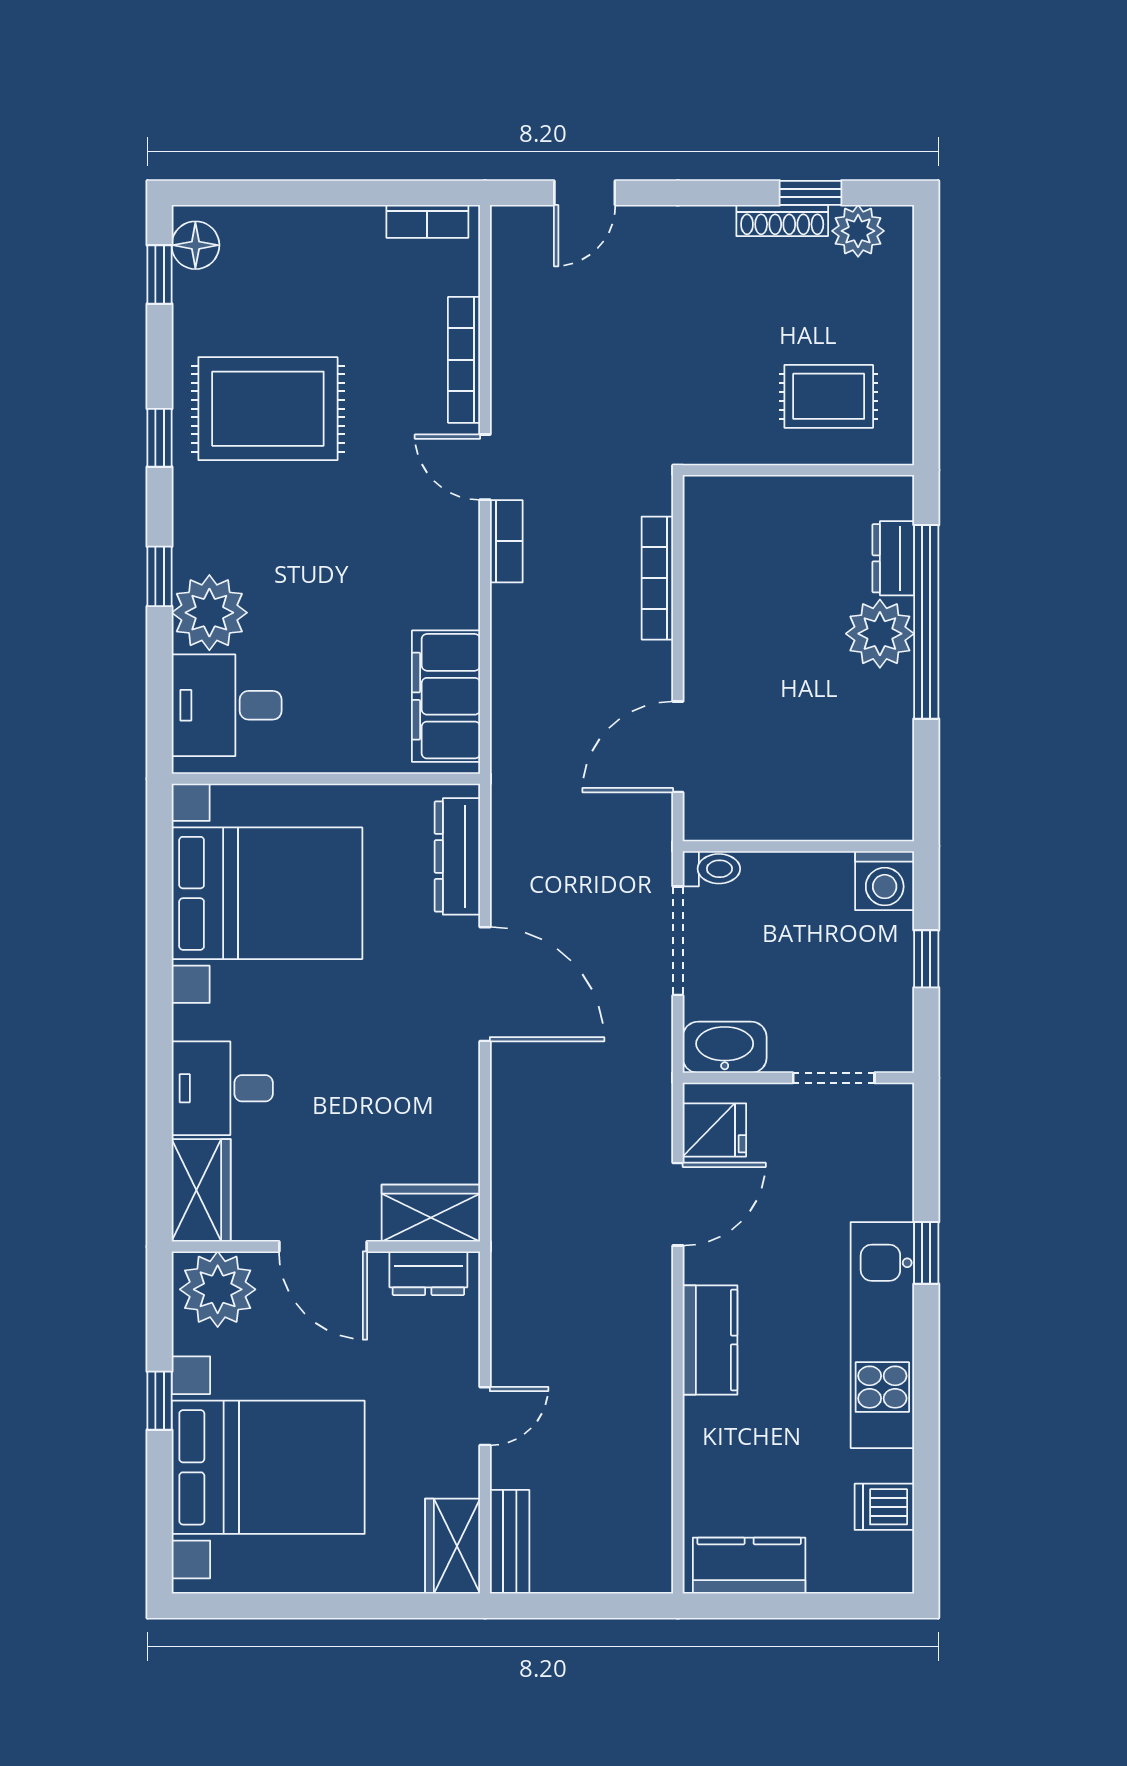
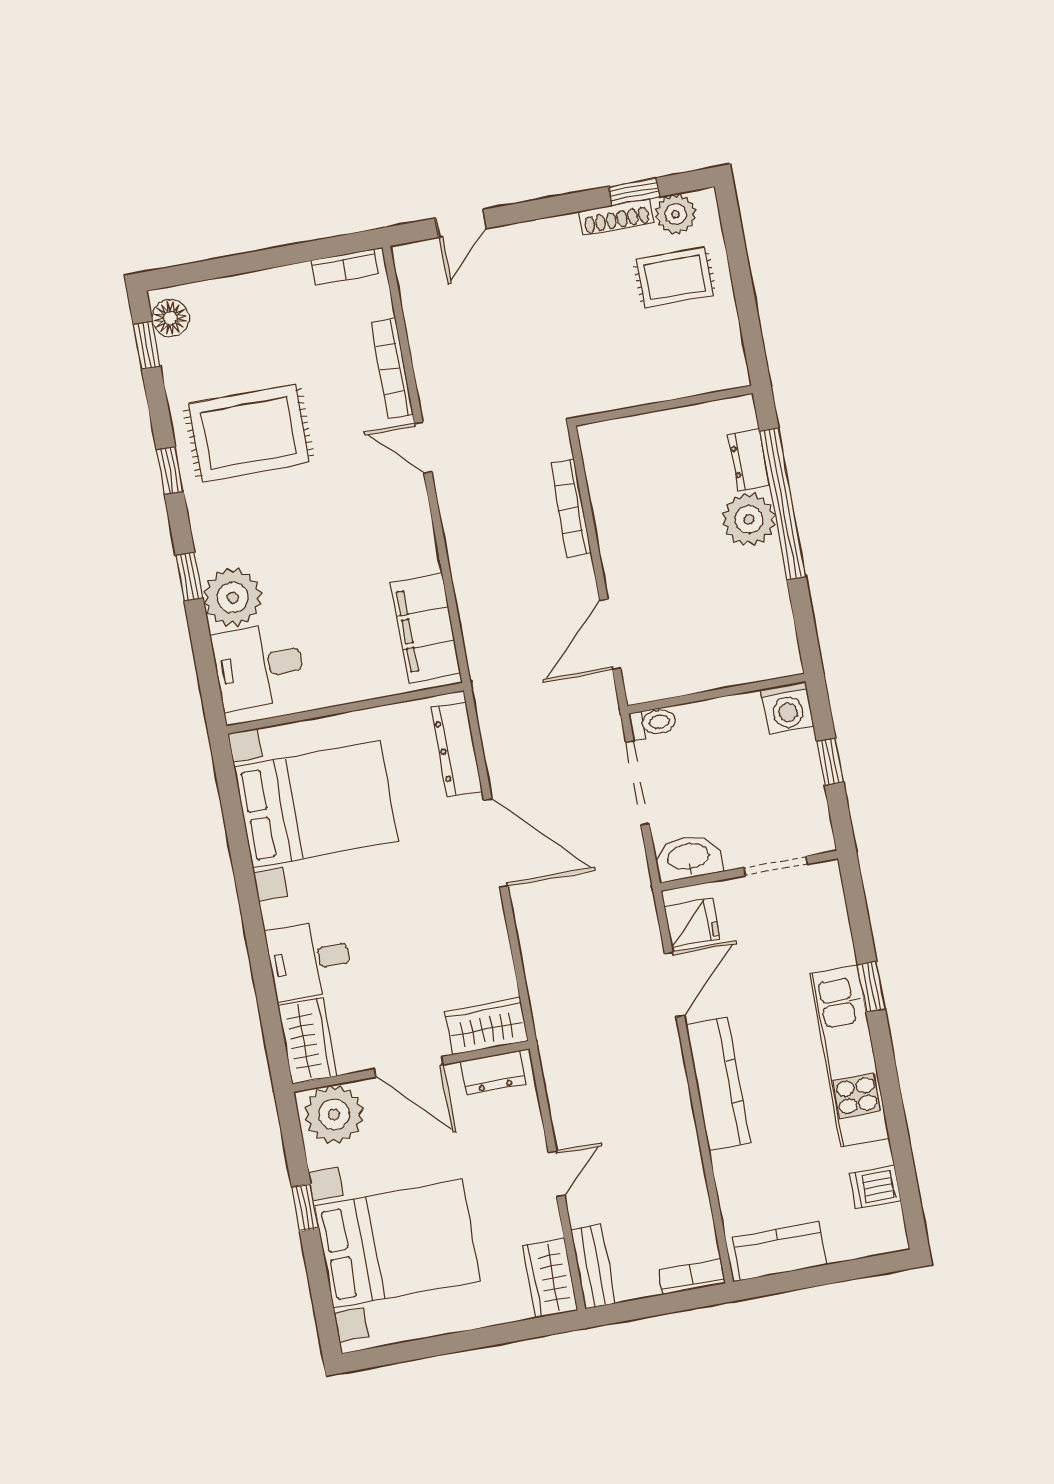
rug: (829, 396) -> (675, 277), moved
bookcase: (506, 541) -> (692, 1277), moved, turned -90
kitchen counter: (710, 1340) -> (718, 1084), width x1.50

